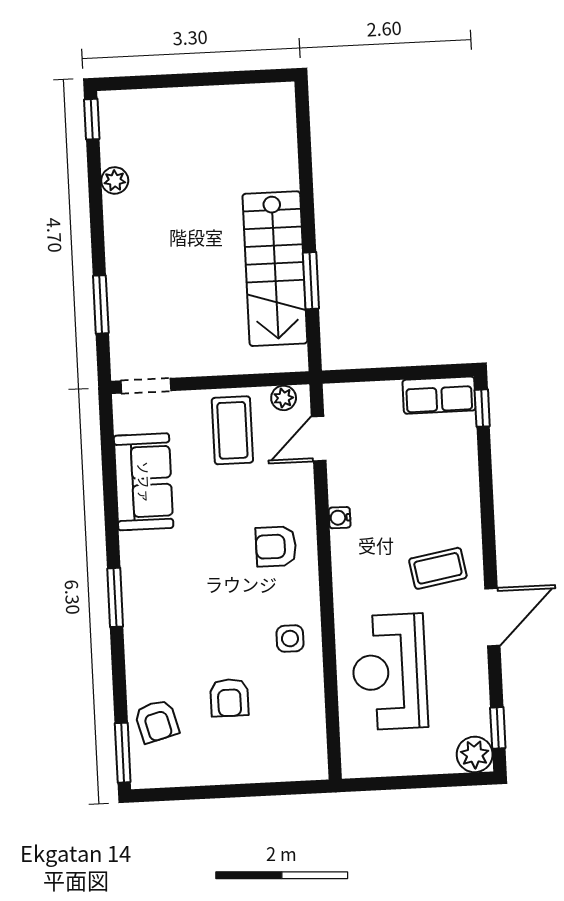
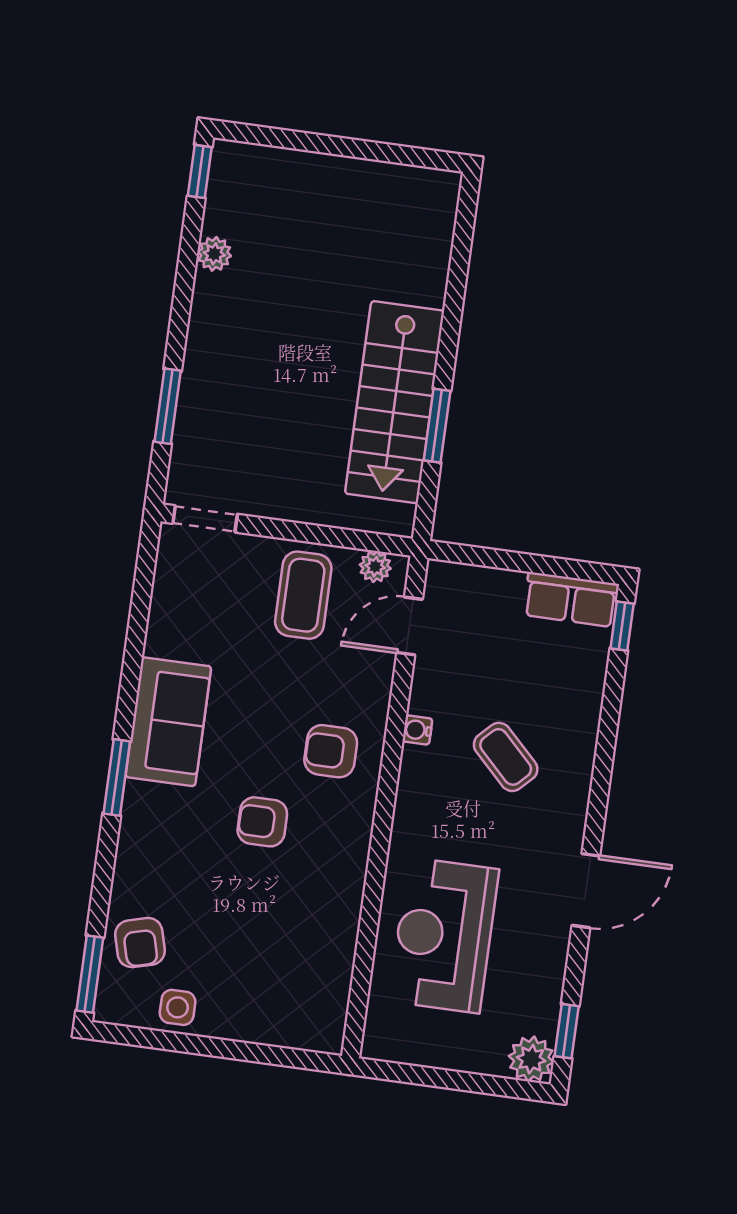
sofa: (144, 482) -> (168, 722), moved
coffee table: (438, 568) -> (506, 757), moved, turned 55
side table: (290, 639) -> (178, 1007), moved
armchair: (229, 698) -> (262, 822), moved, turned 90

